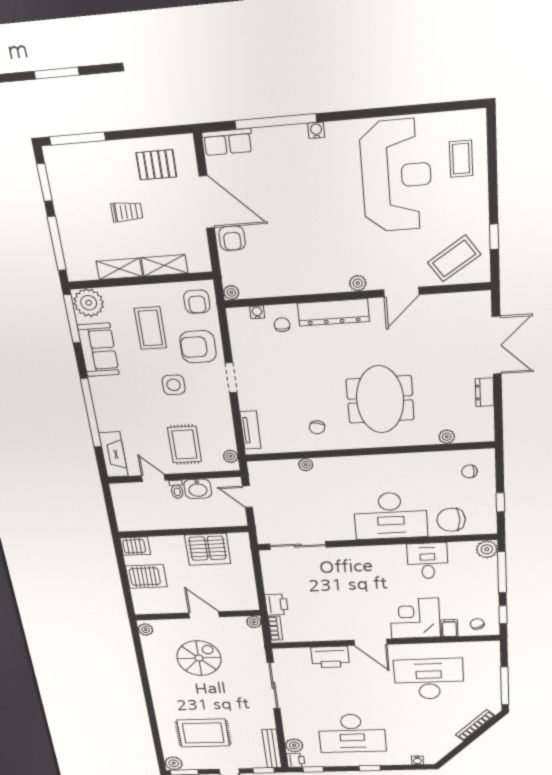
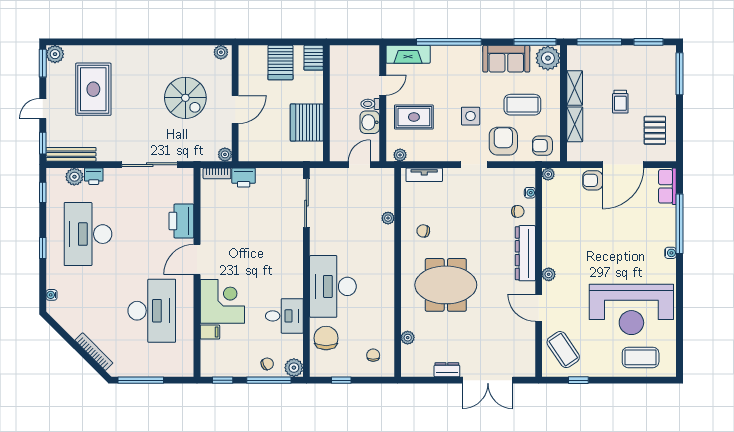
coffee table: (461, 159) -> (641, 357), width x1.36, depth x1.30
chair: (477, 624) -> (267, 364), moved
printer: (296, 760) -> (94, 176), moved

